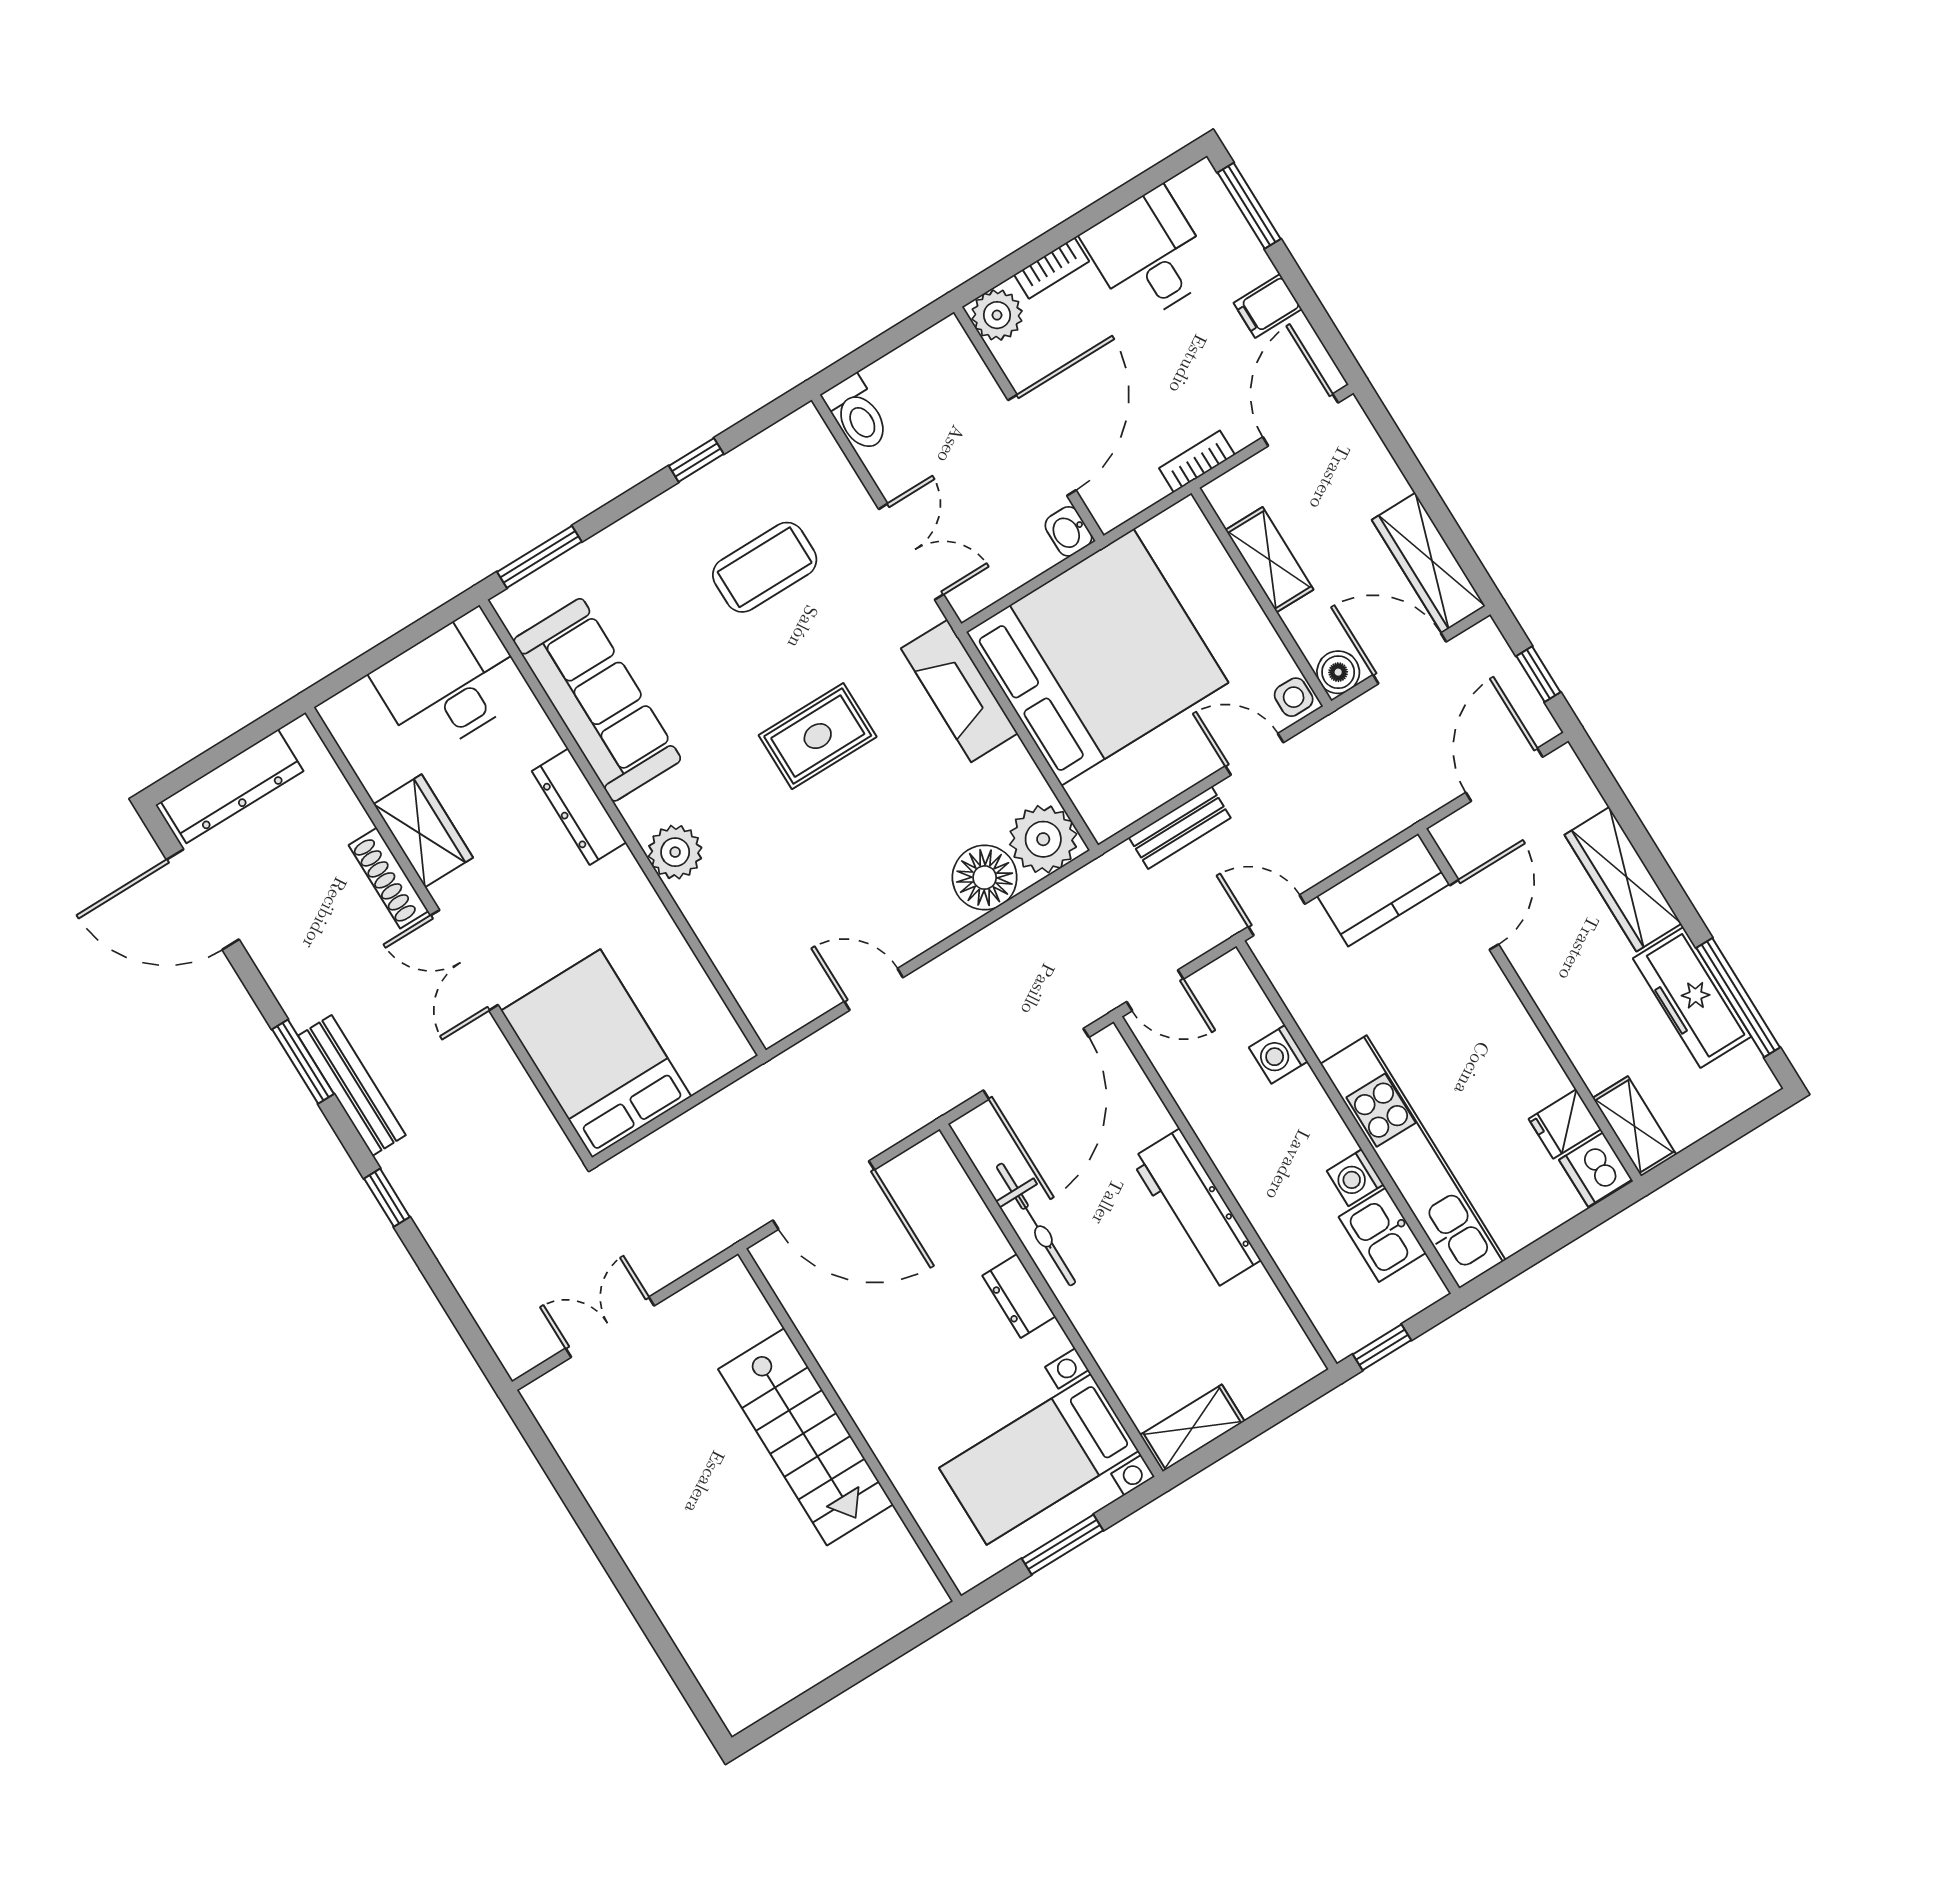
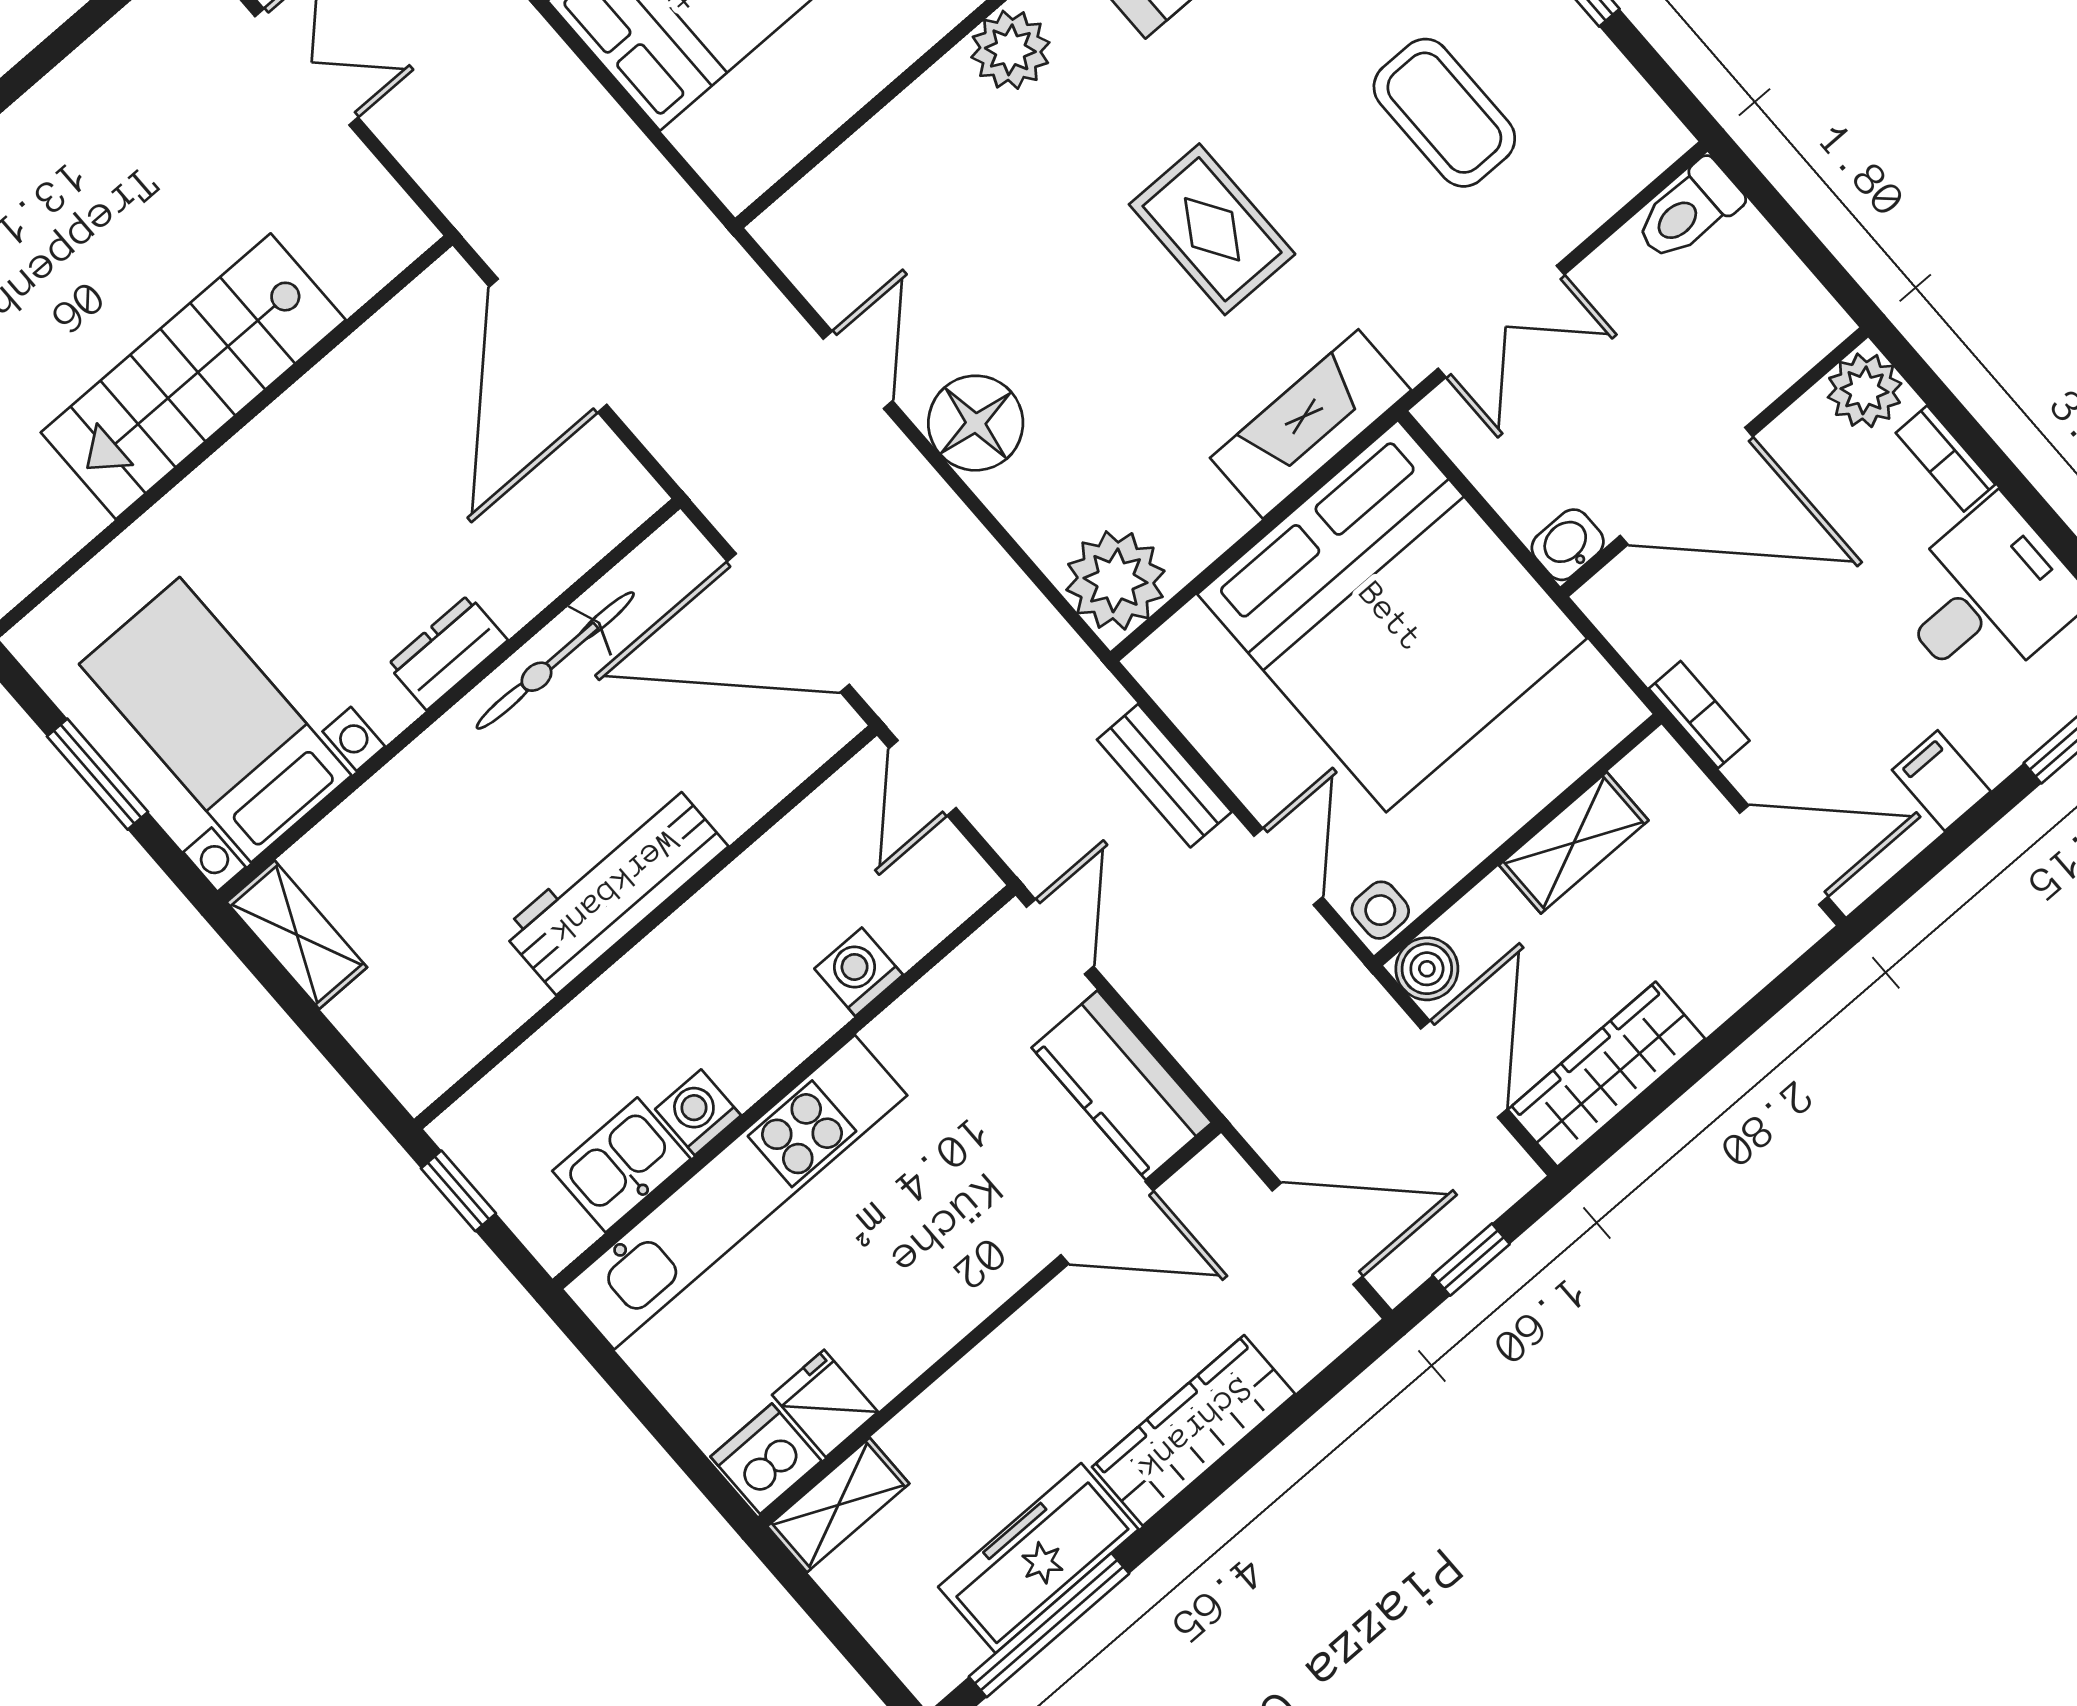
floor lamp: (985, 878) -> (976, 423), moved

